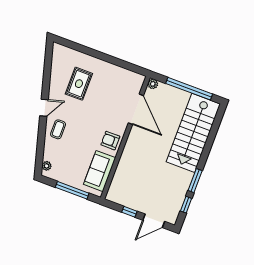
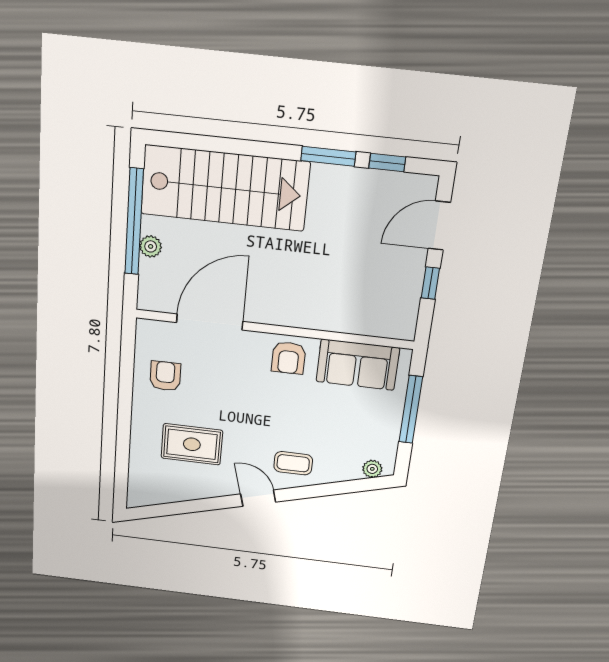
armchair: (115, 81) -> (165, 376), added
plant: (153, 84) -> (151, 246), moved
door: (154, 221) -> (439, 226), swing flipped

